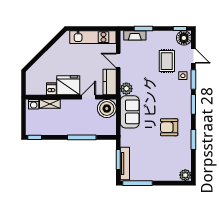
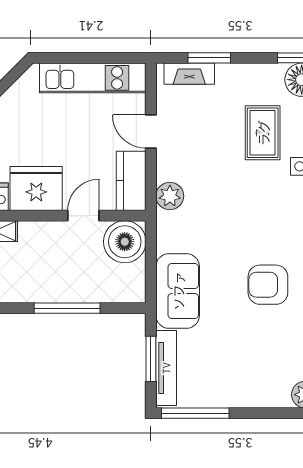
sofa: (130, 112) -> (178, 291), moved

